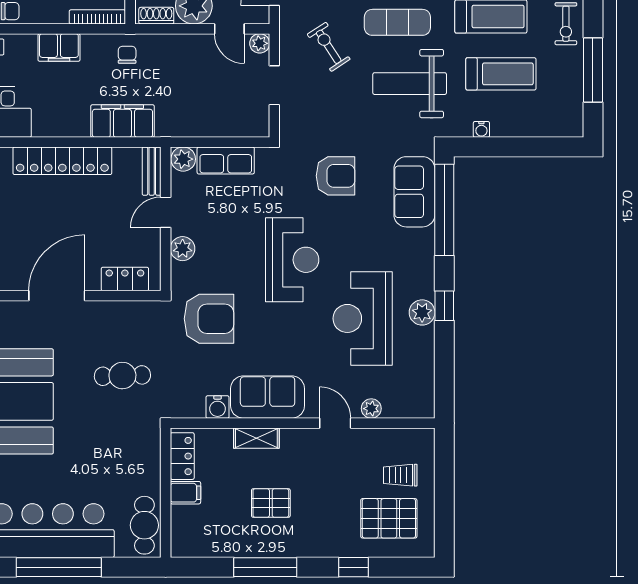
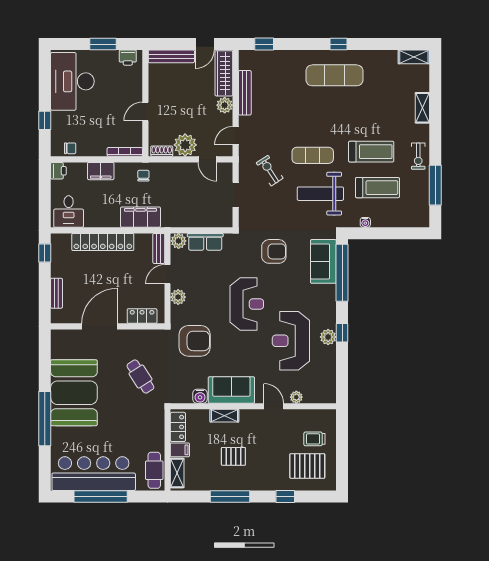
plant: (260, 43) -> (226, 168), removed
cafe table: (122, 376) -> (140, 377), turned 59
shelving: (181, 530) -> (177, 473), added

